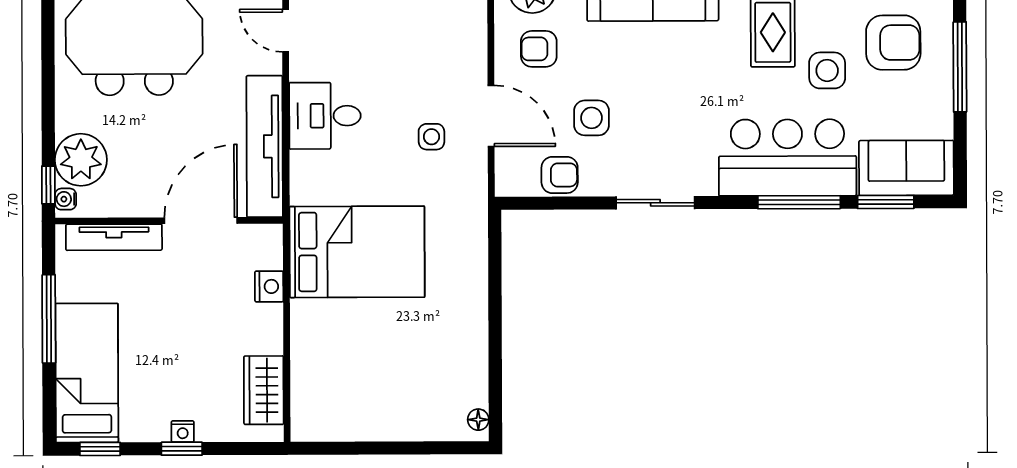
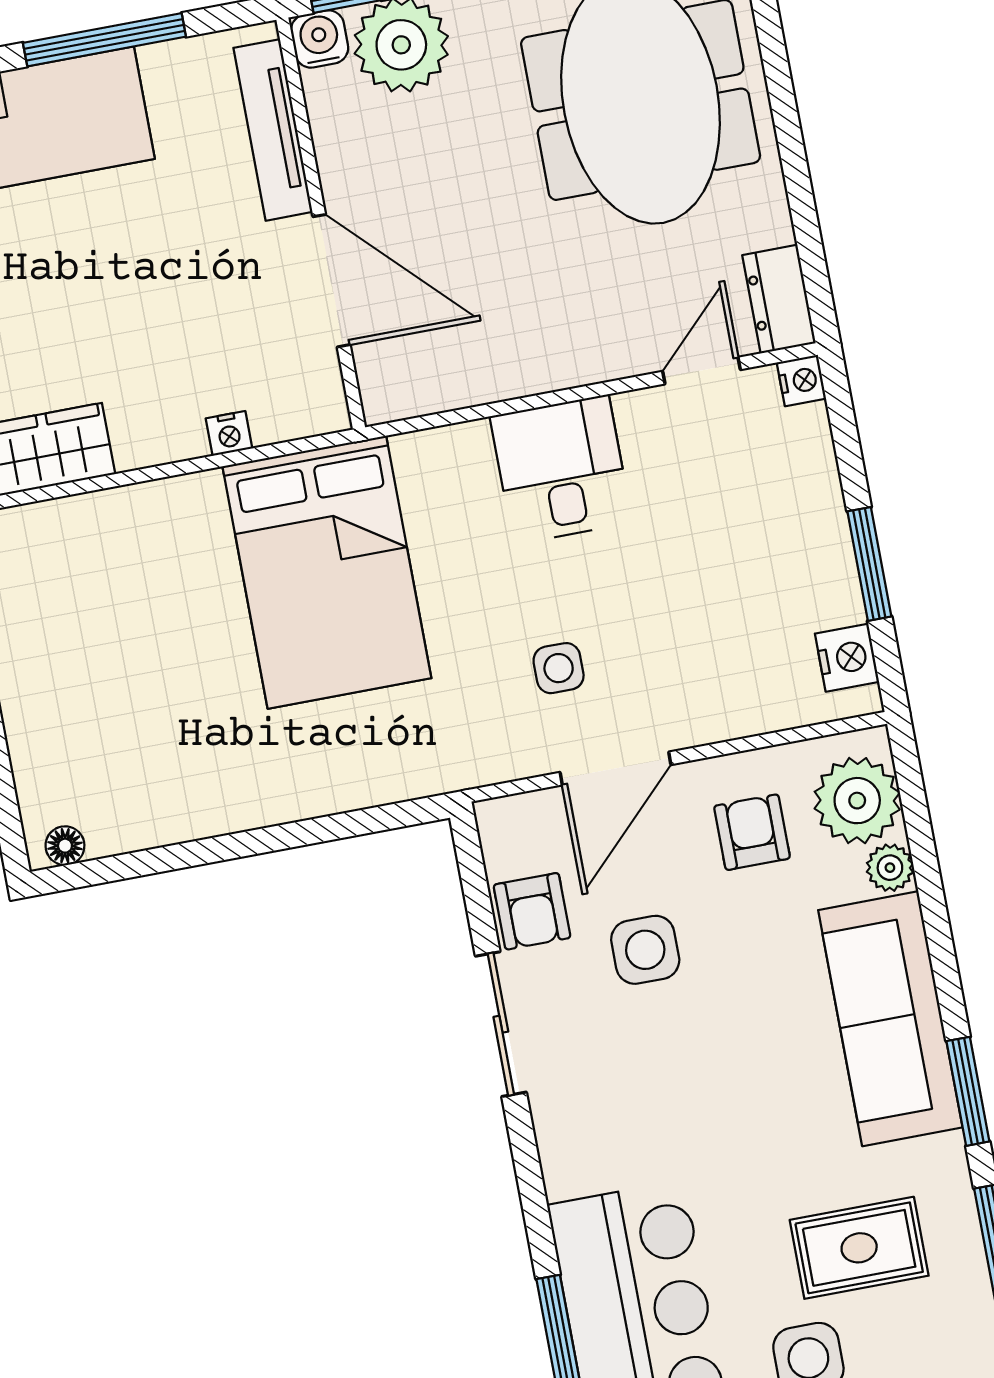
tv unit: (265, 146) -> (486, 371), removed
water cooler: (66, 199) -> (320, 39), width x1.38, depth x1.38
sliding door: (655, 203) -> (501, 1024), moved
nightstand: (269, 286) -> (229, 433), width x0.72, depth x0.74

